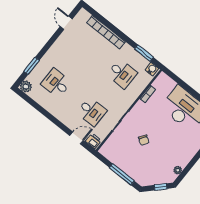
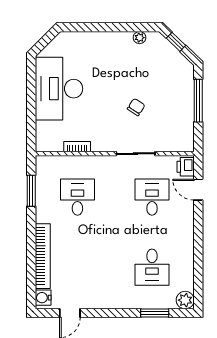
water cooler: (152, 69) -> (43, 298), moved

